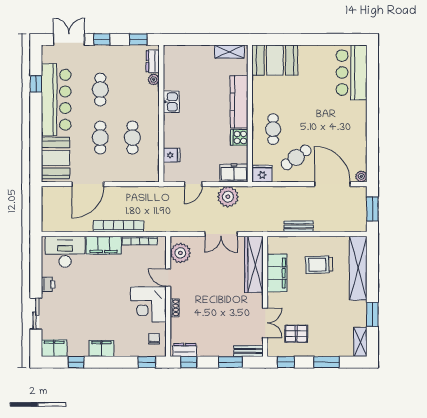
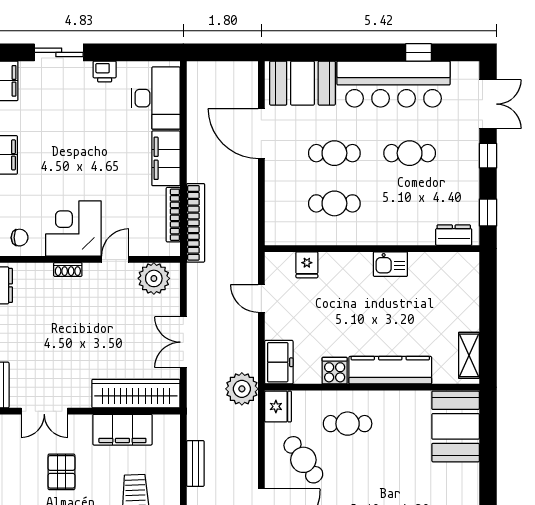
plant: (154, 79) -> (425, 237), removed
plant: (228, 197) -> (242, 389), moved
bookcase: (119, 226) -> (196, 223), moved
pallet: (296, 334) -> (61, 472), moved

